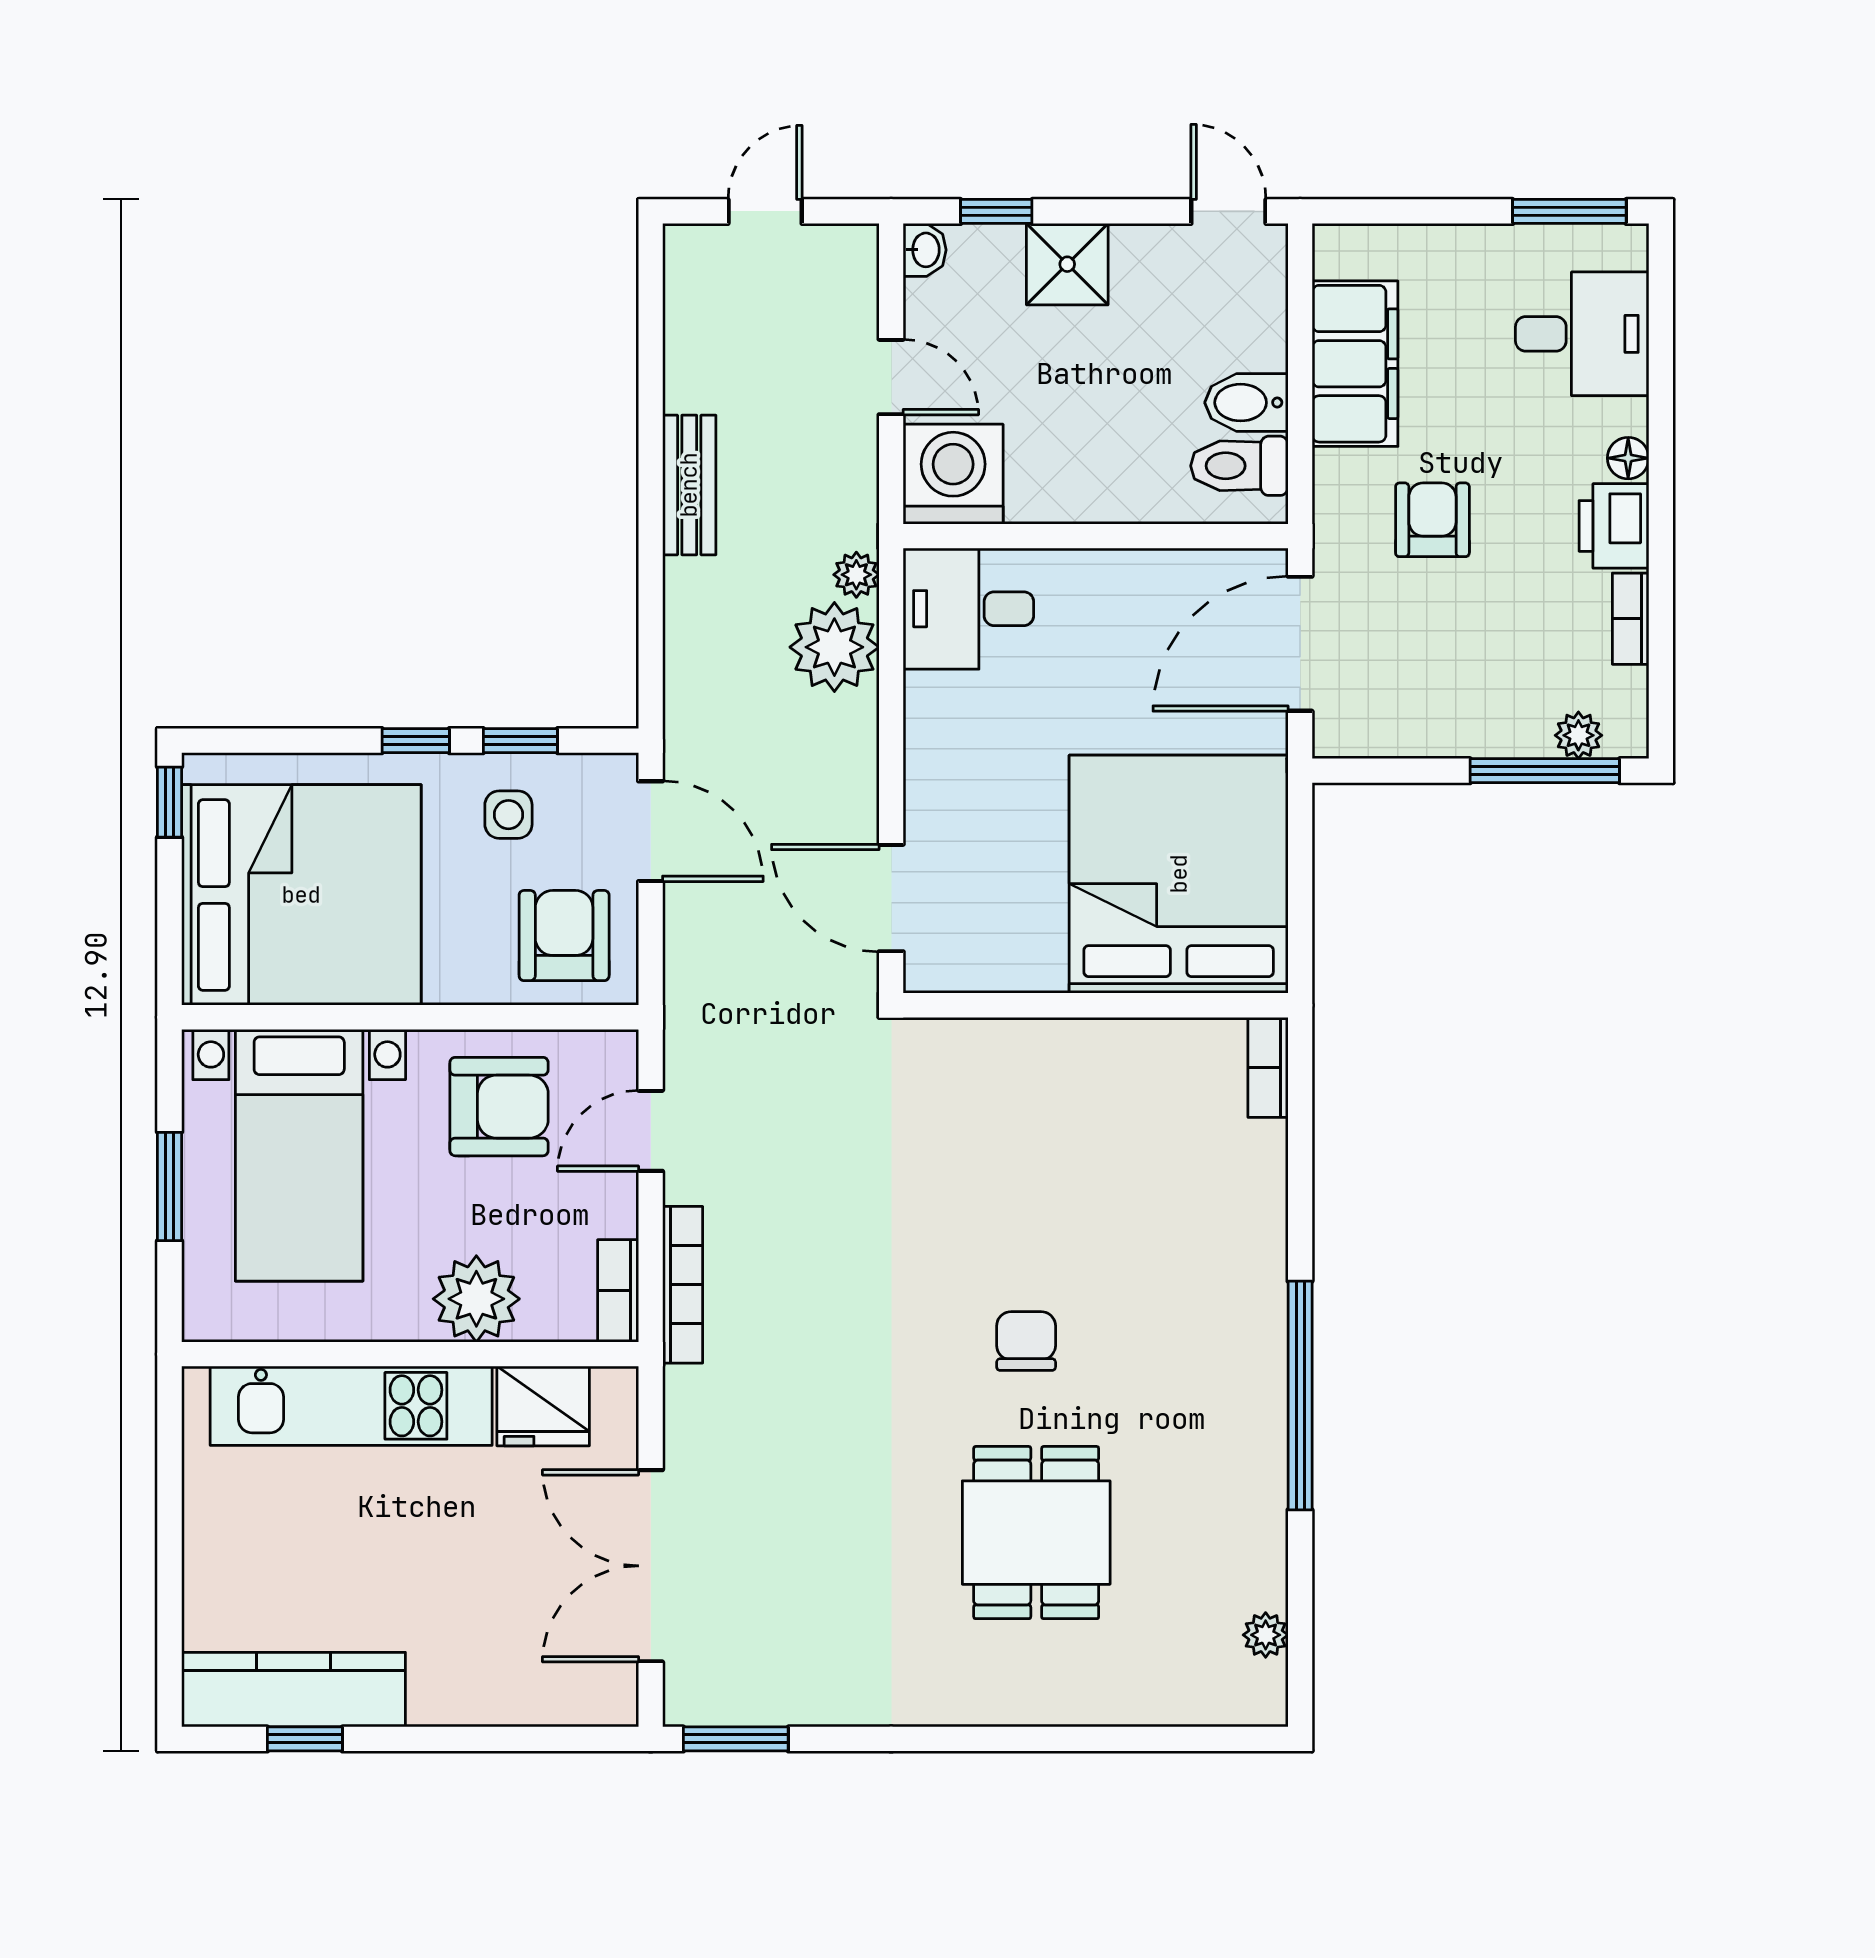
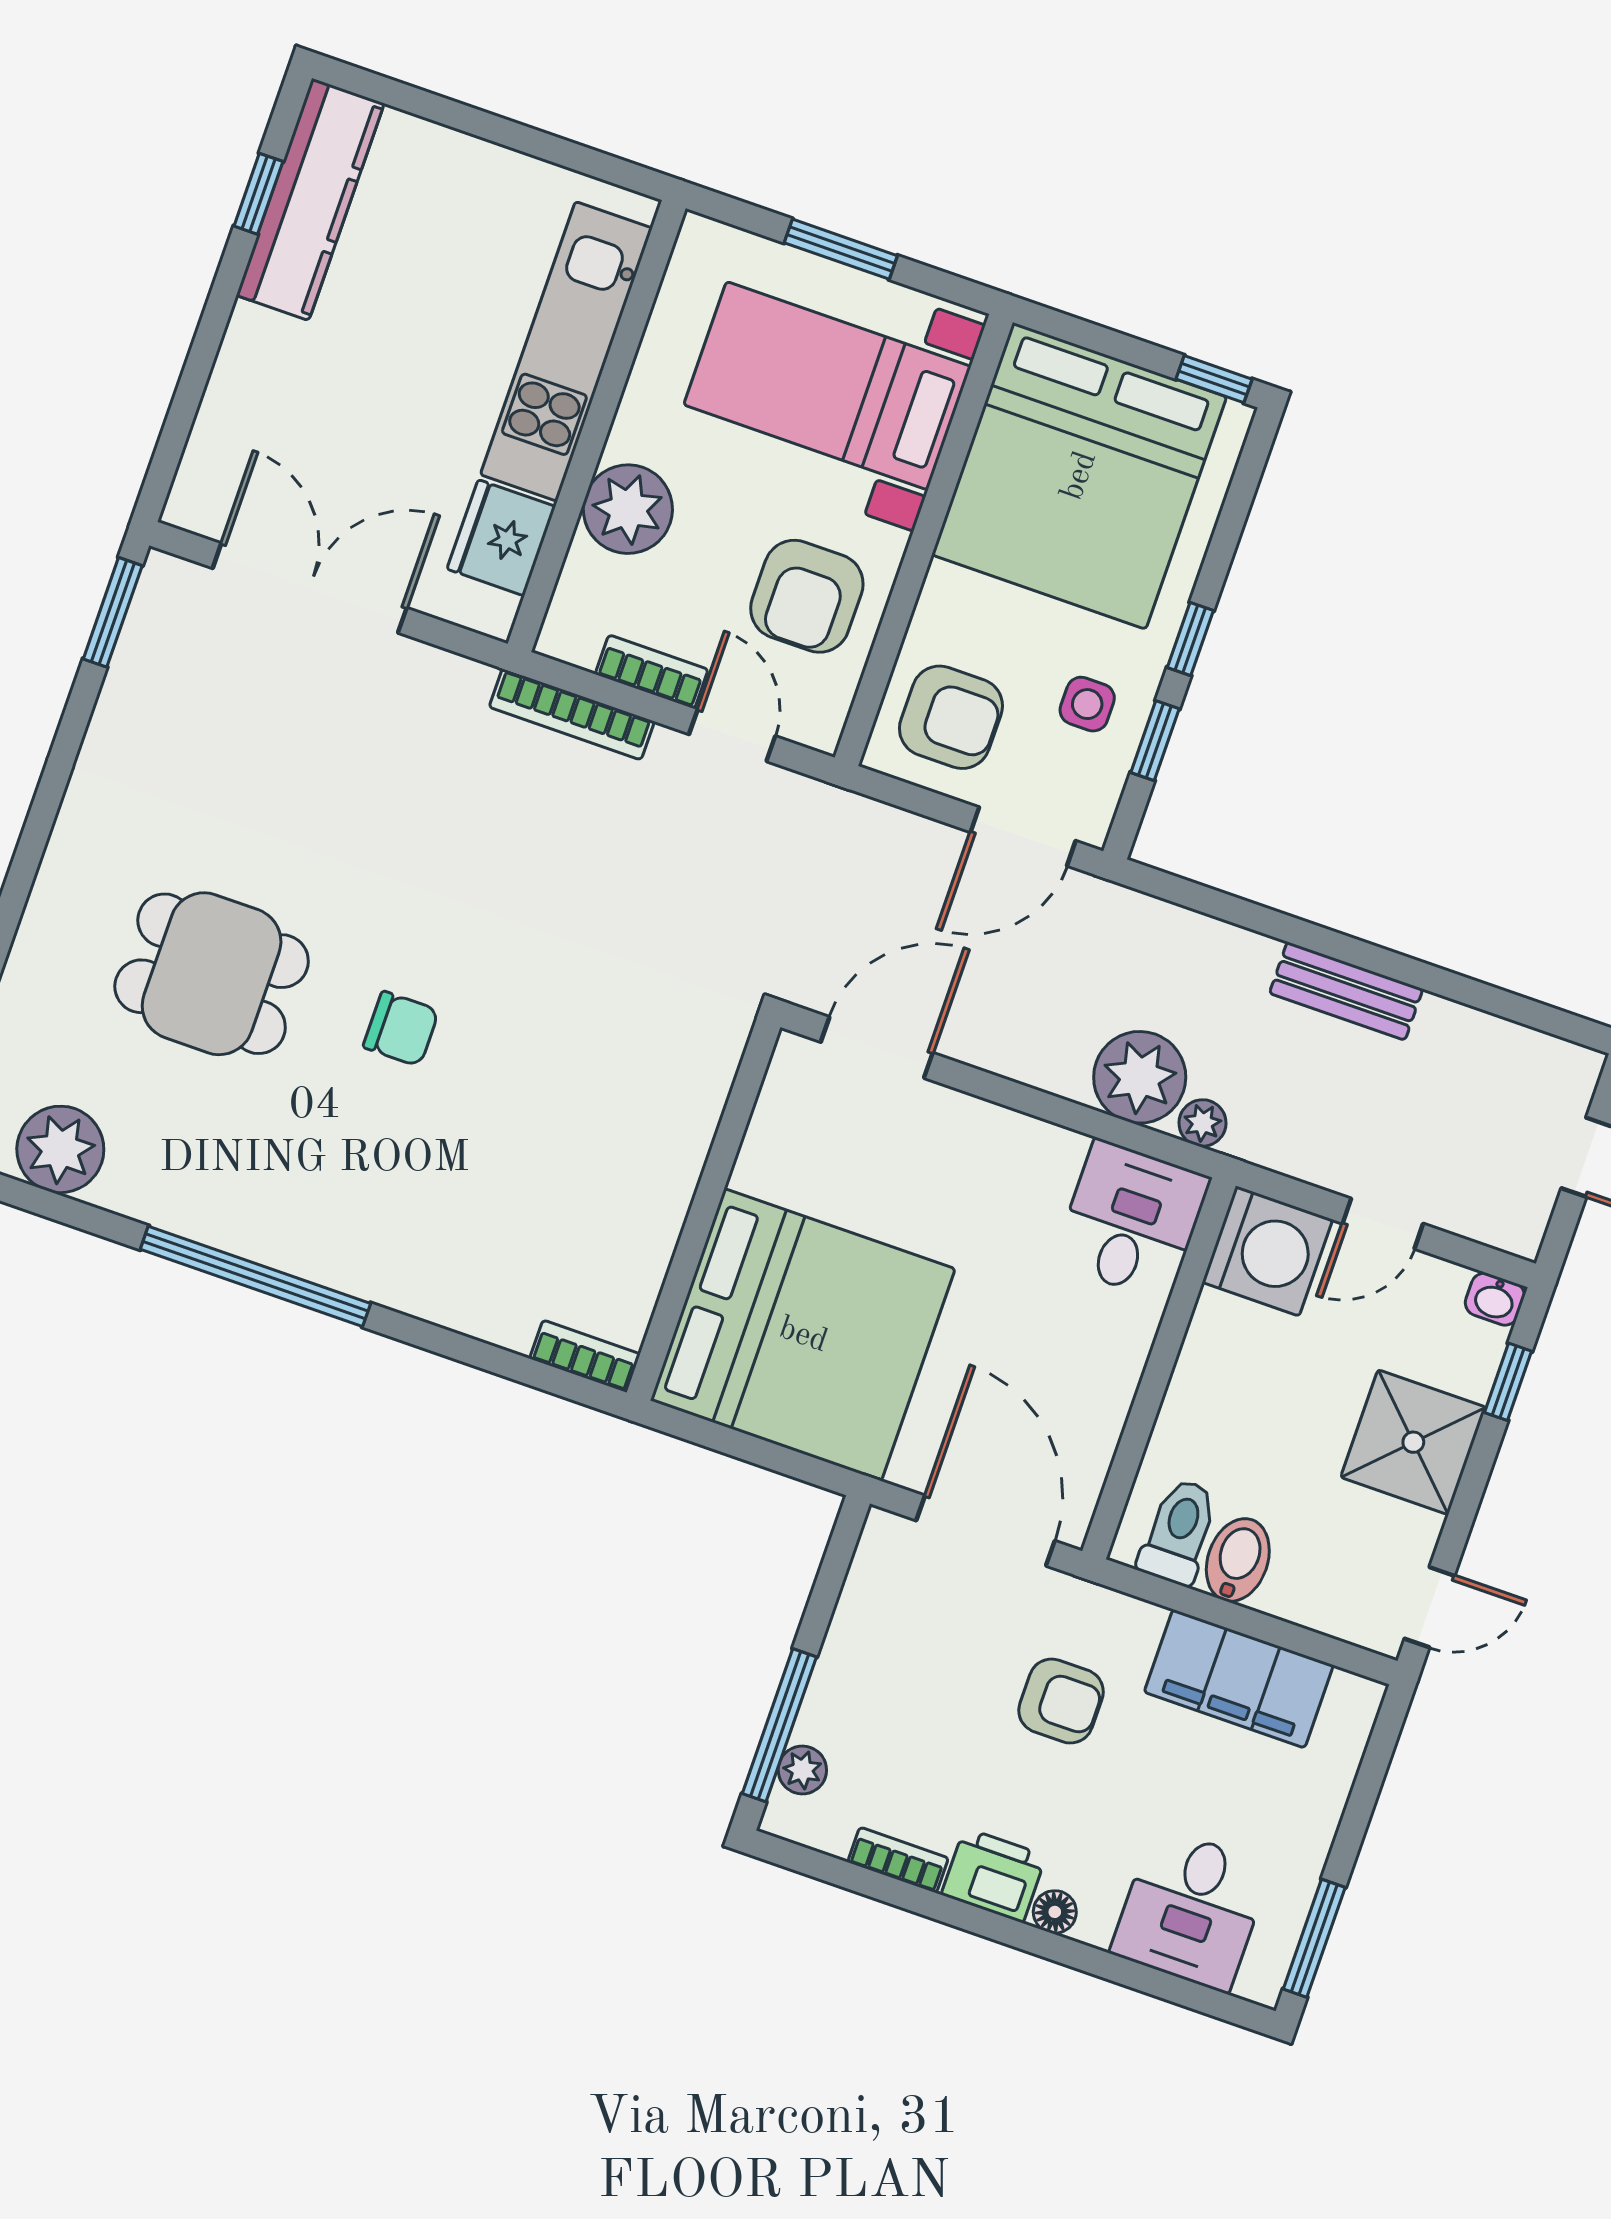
shower: (1067, 264) -> (1413, 1442), width x1.36, depth x1.36
bookcase: (618, 1291) -> (652, 672), moved
plant: (1266, 1635) -> (60, 1149), width x1.87, depth x1.87

